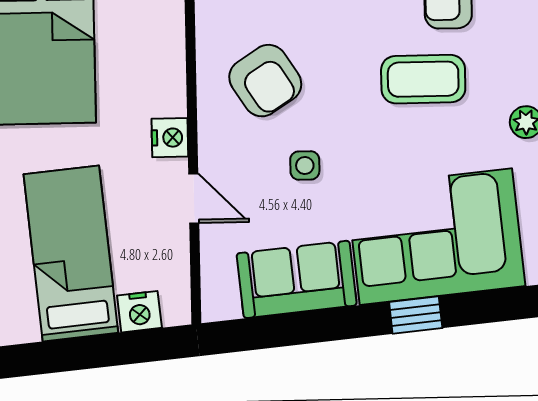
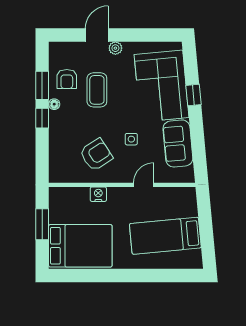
nightstand: (170, 138) -> (98, 194), moved
nightstand: (139, 312) -> (190, 208), removed

